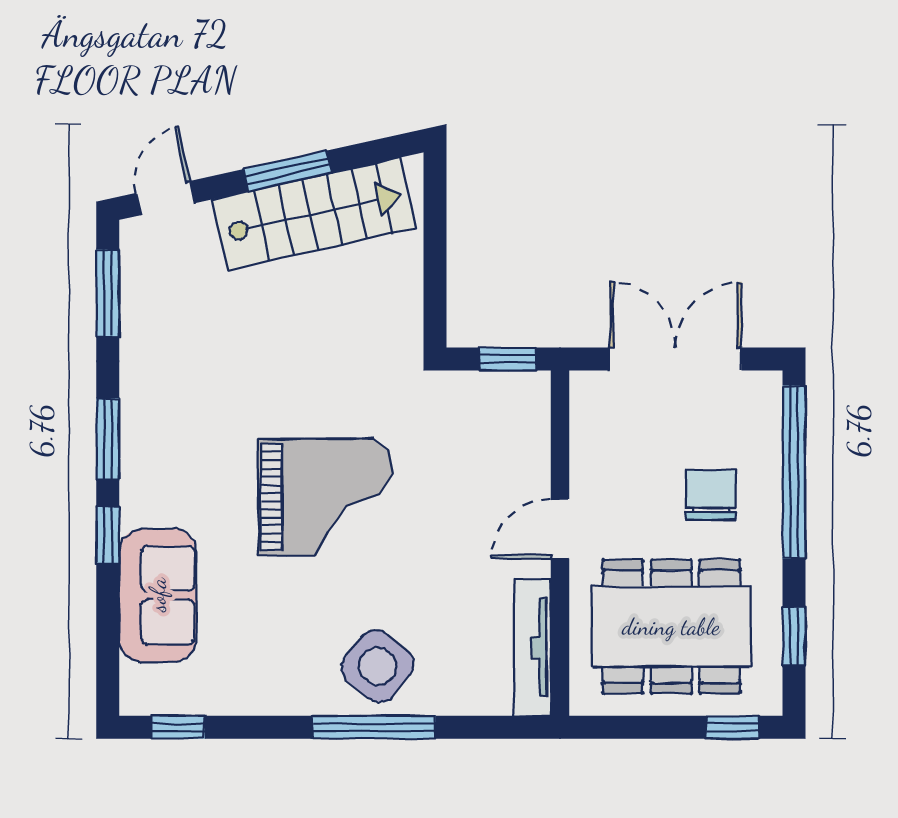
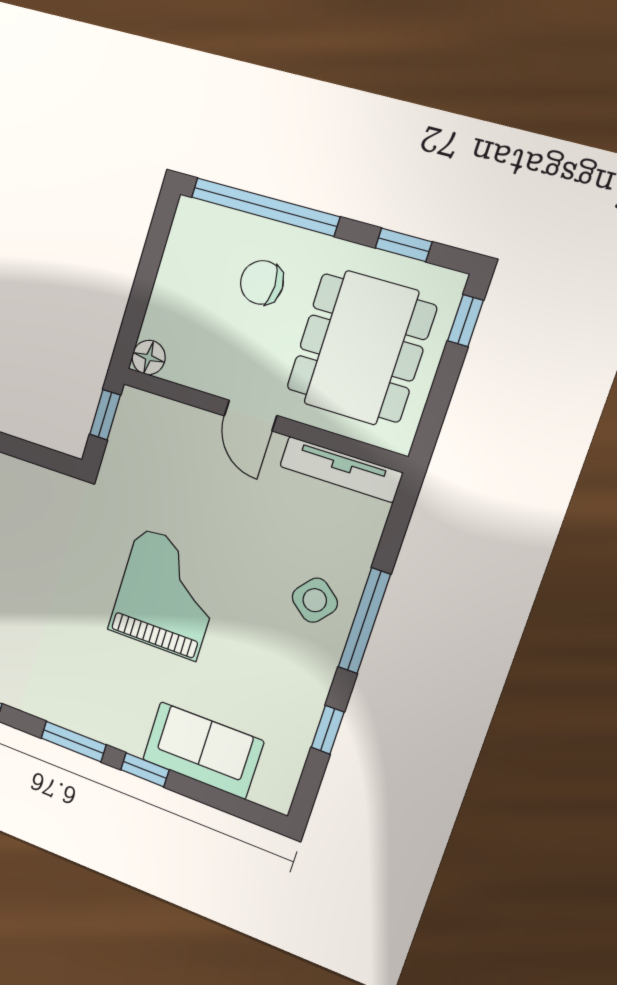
double door: (676, 359) -> (145, 280), removed
floor lamp: (589, 391) -> (149, 357), added
side table: (378, 666) -> (315, 600), width x0.73, depth x0.73
window: (178, 727) -> (328, 730), moved

